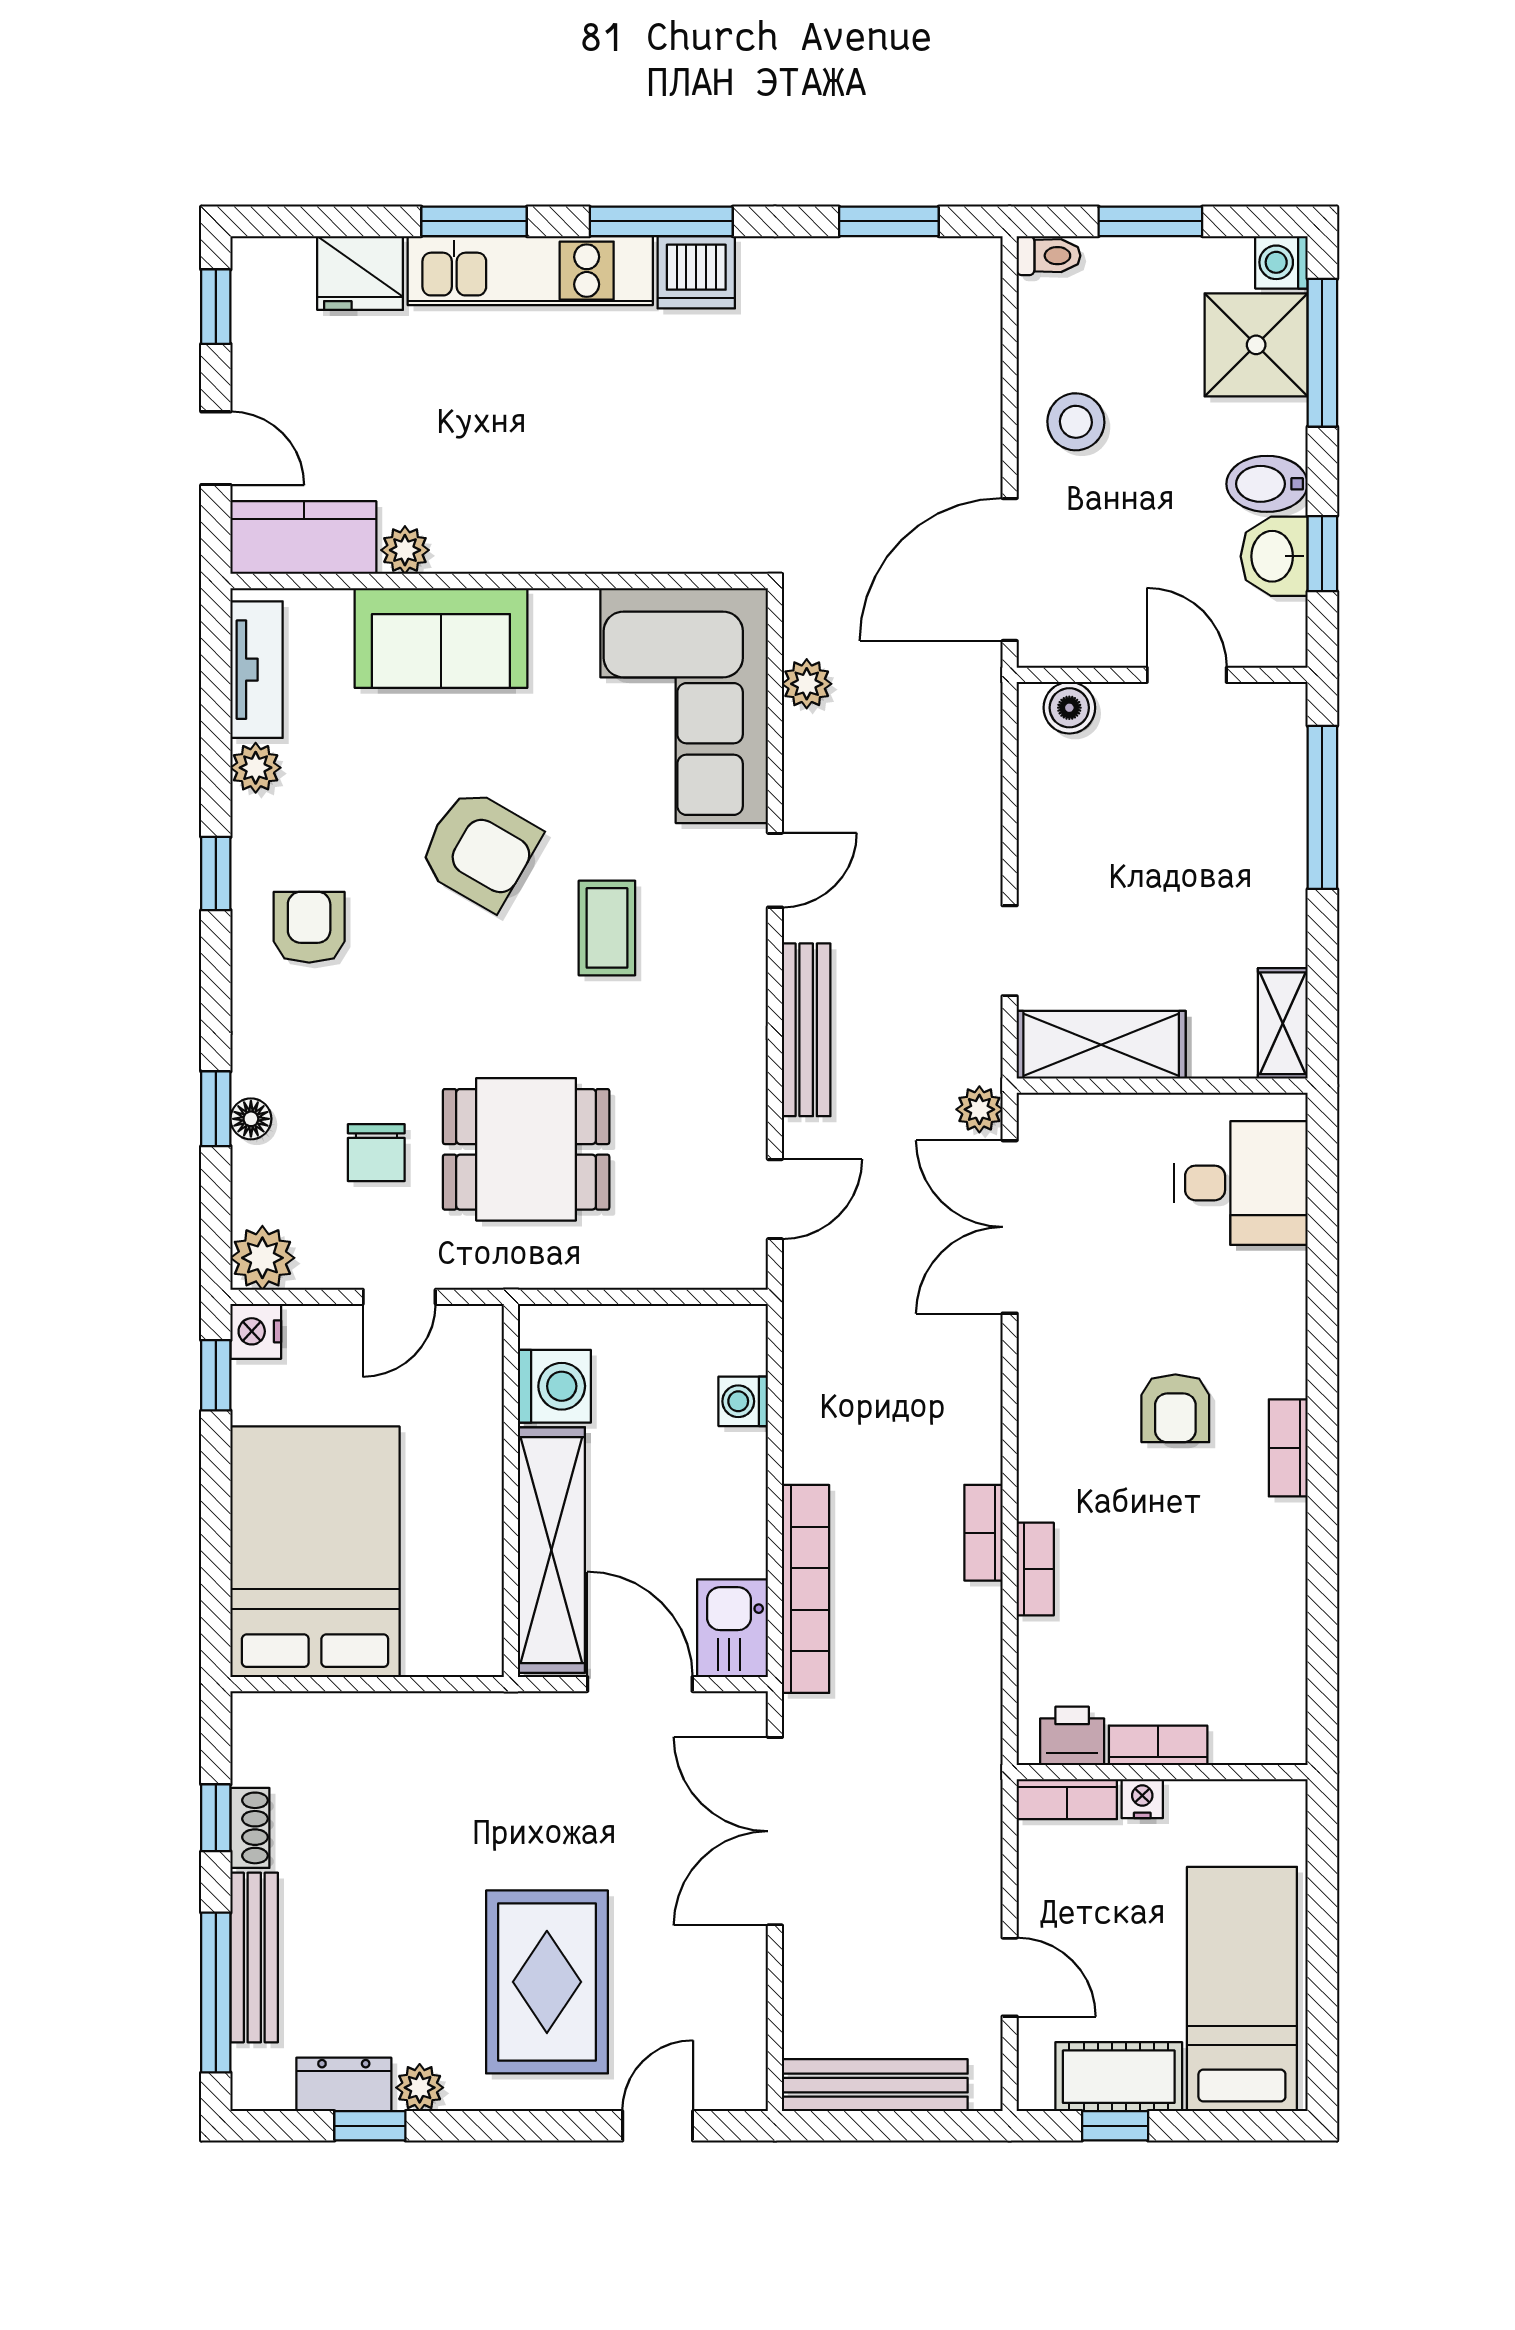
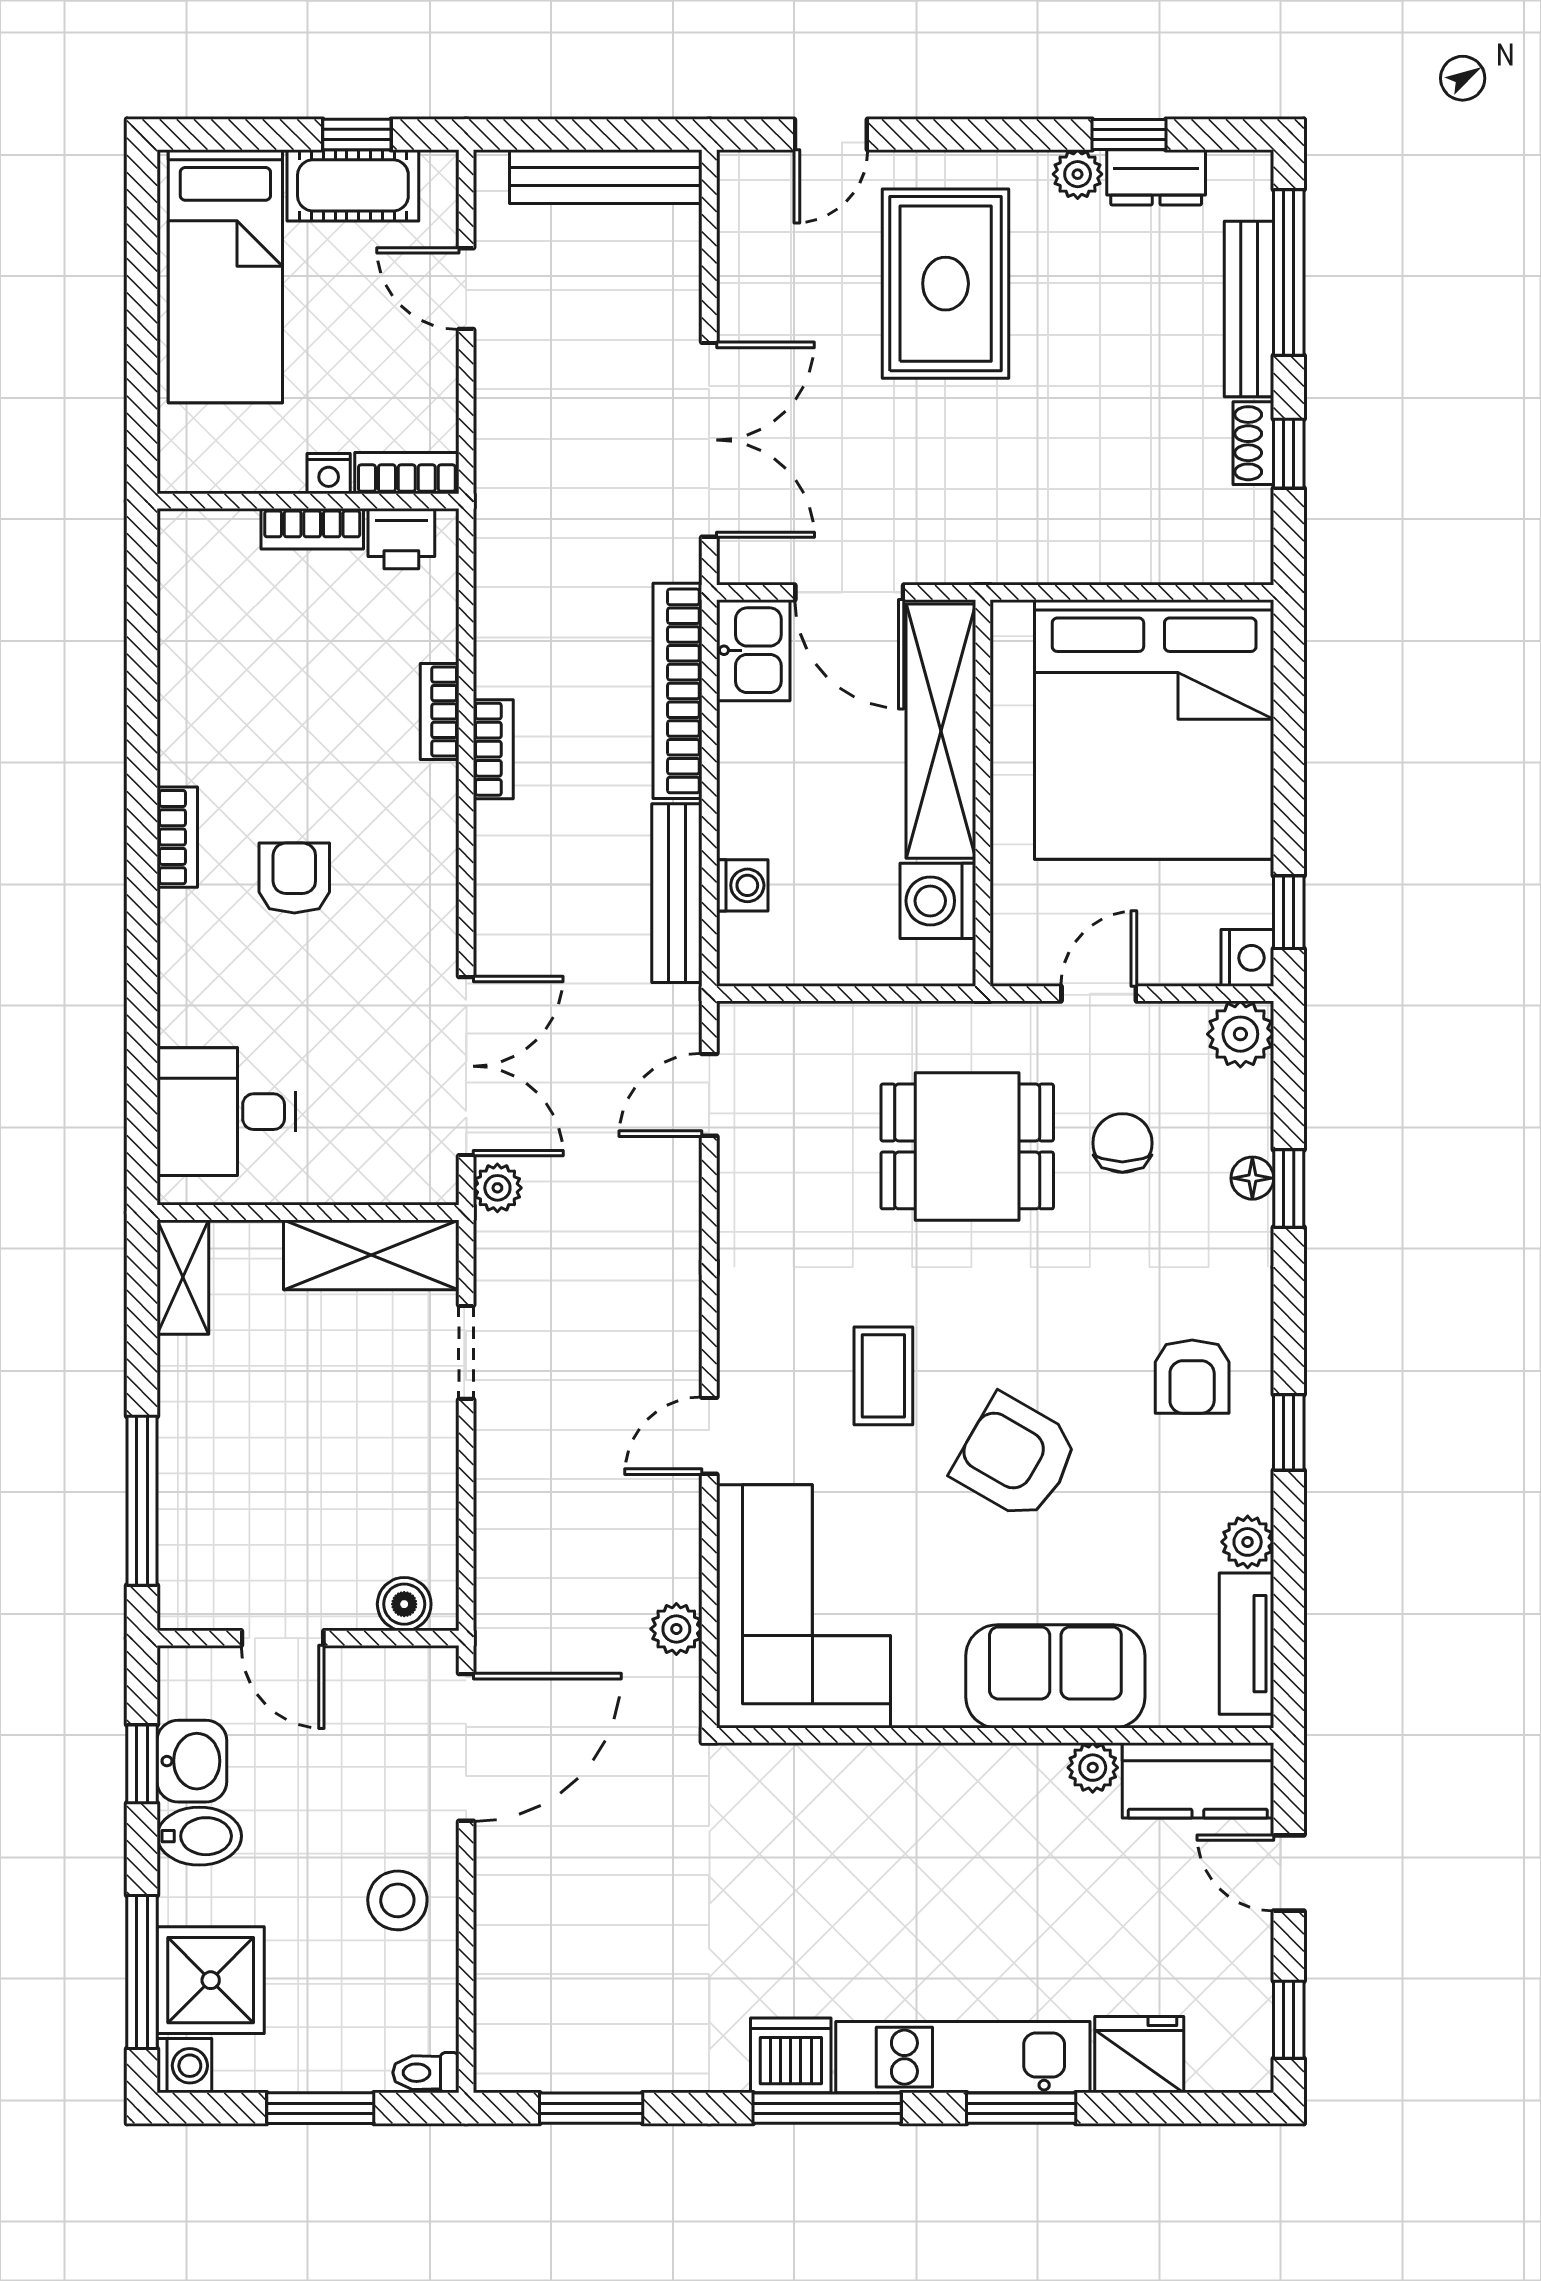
bench: (806, 1030) -> (677, 893), moved
bed: (315, 1552) -> (1154, 729), width x1.36

